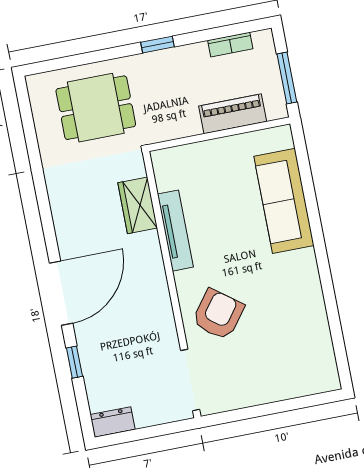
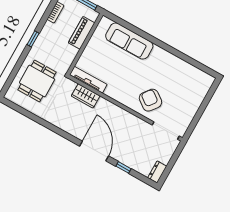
tv unit: (175, 231) -> (88, 80), moved

